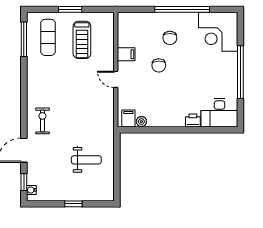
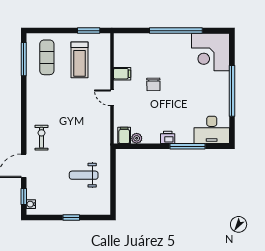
window: (70, 9) -> (89, 31), moved
chair: (170, 38) -> (164, 58), removed
printer: (193, 121) -> (168, 137), moved
window: (194, 130) -> (188, 146), added
weight bench: (86, 160) -> (84, 175), turned 180

